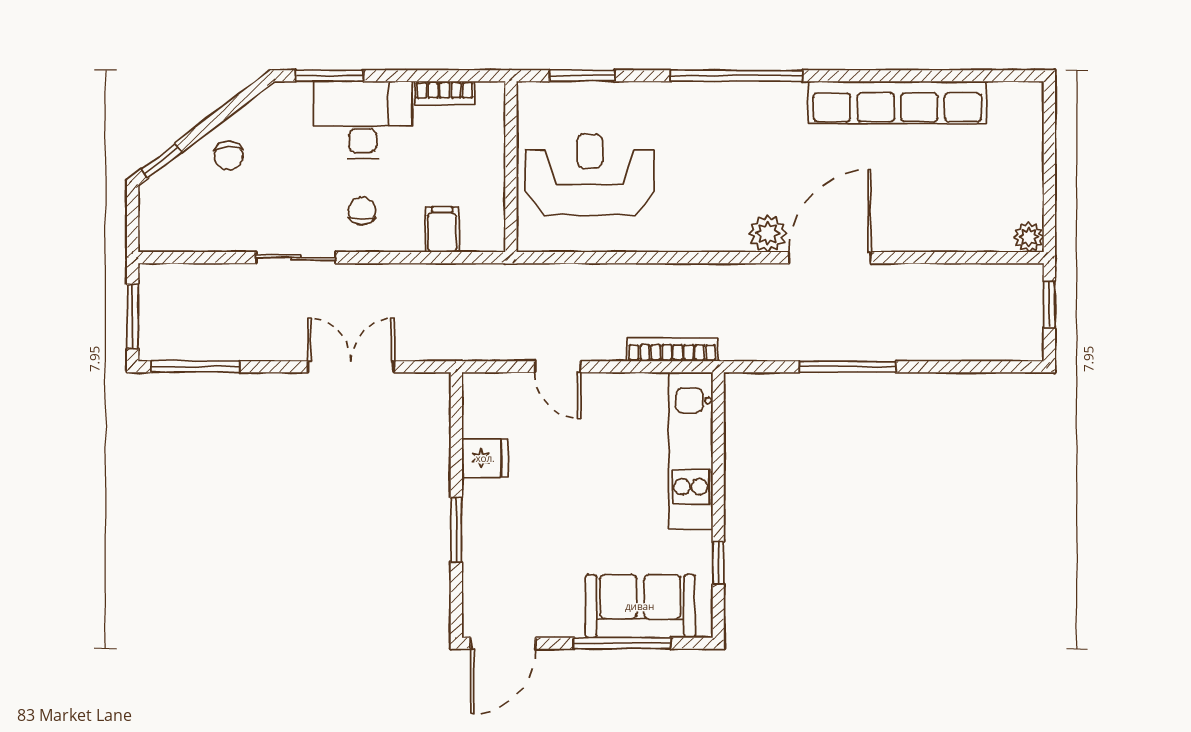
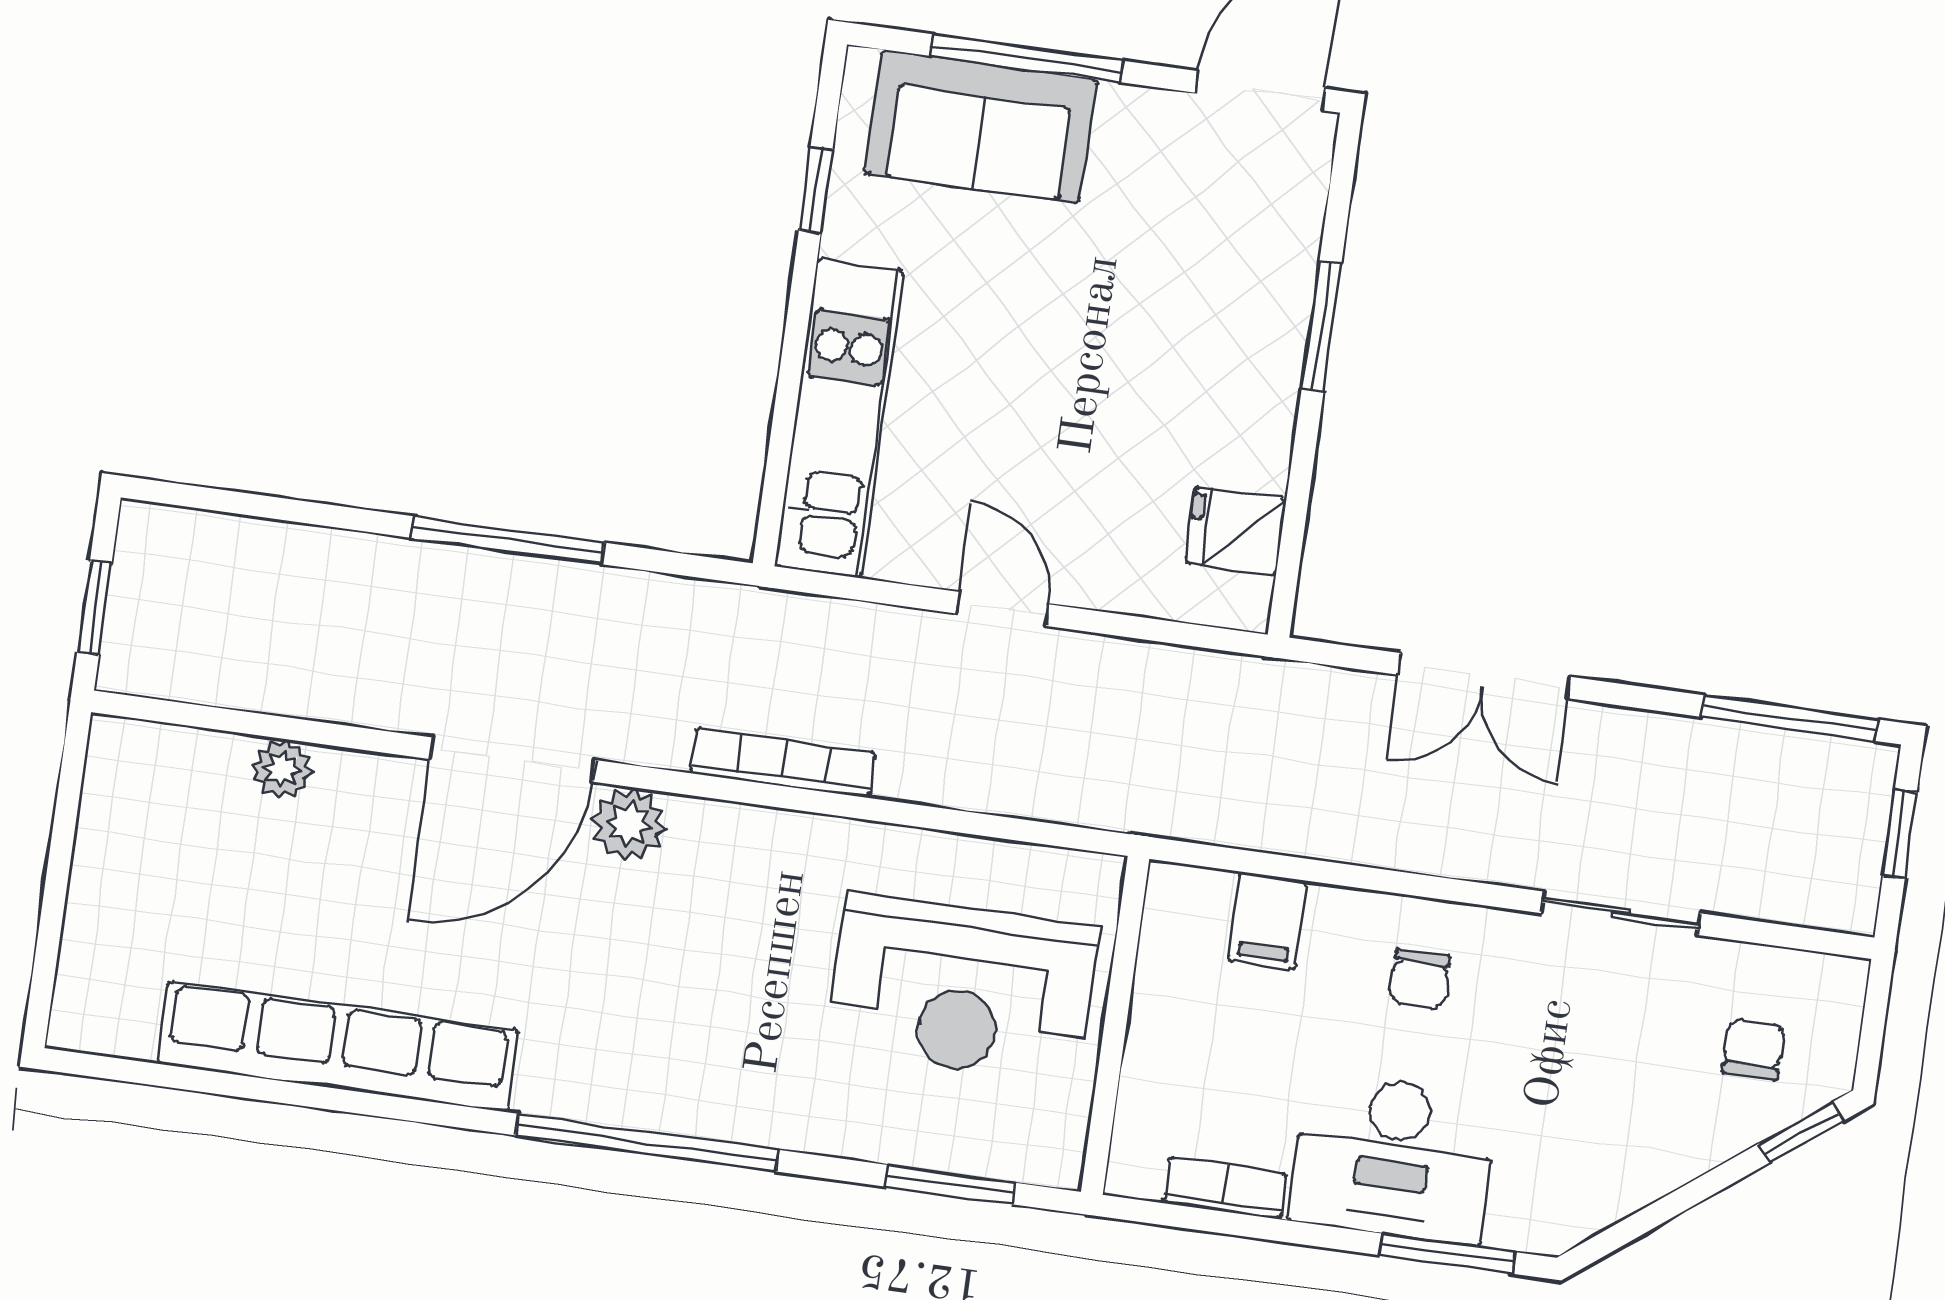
chair: (229, 156) -> (1754, 1049), moved
plant: (1029, 237) -> (282, 769), moved
sliding door: (296, 258) -> (1621, 913), moved
window: (133, 316) -> (1900, 834), width x0.67
bookcase: (672, 350) -> (783, 763), moved, turned 180
door: (558, 367) -> (1002, 609), moved
fridge: (485, 458) -> (1236, 531), moved

